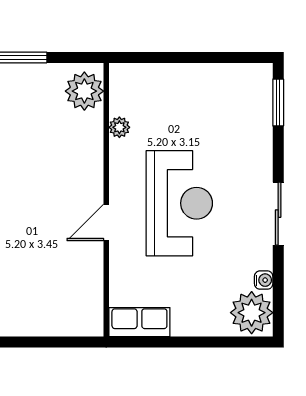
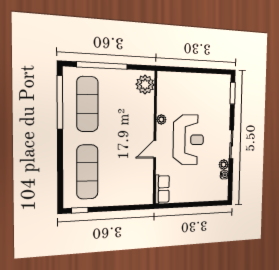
plant: (119, 127) -> (161, 120), moved
plant: (252, 313) -> (224, 165), moved, width x0.53, depth x0.53
row of seats: (139, 322) -> (162, 189), moved, turned 90

